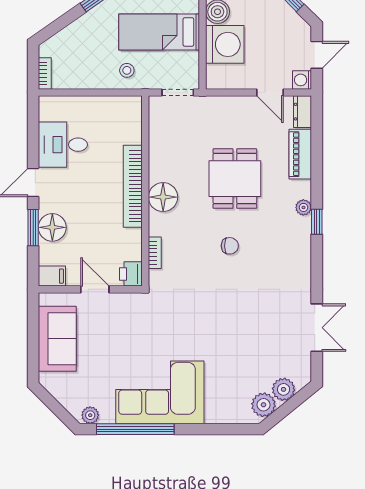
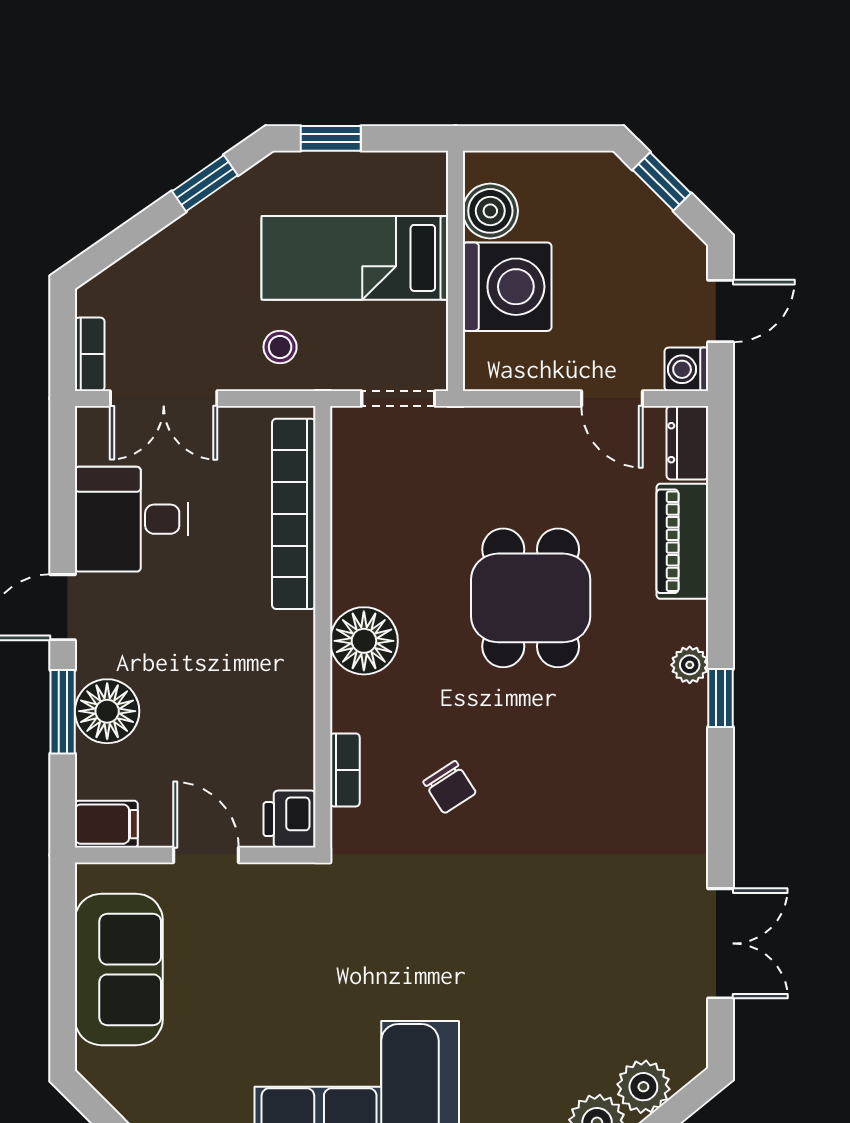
double door: (77, 93) -> (164, 398), added
bookcase: (133, 186) -> (294, 514), moved
chair: (230, 246) -> (450, 787), moved, turned 57

